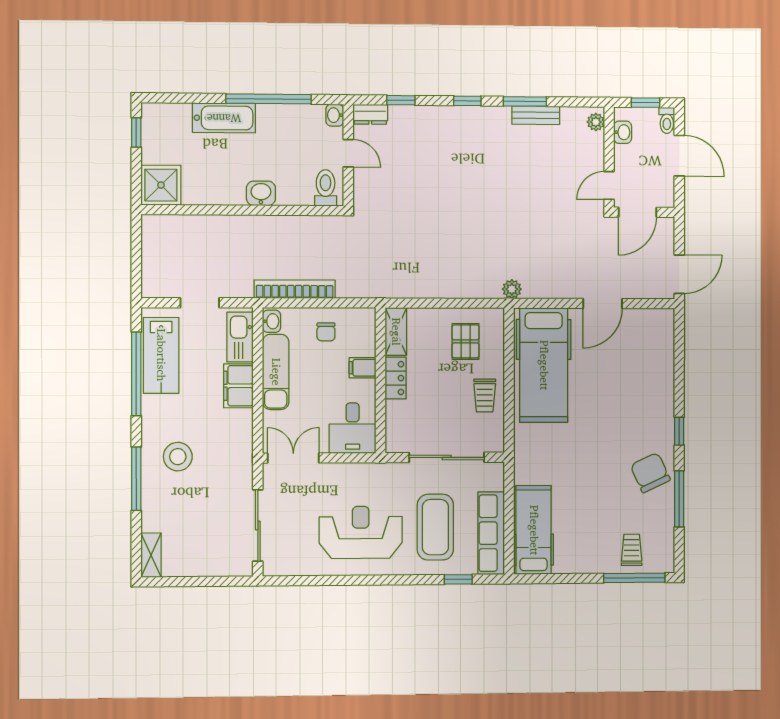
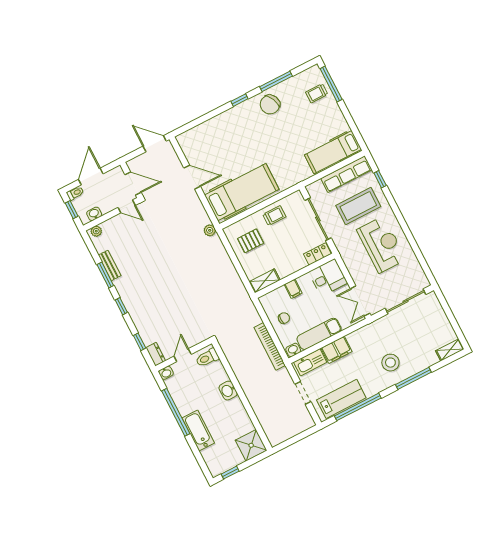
locker: (396, 378) -> (317, 254), moved
reception desk: (361, 532) -> (381, 245), turned 180

